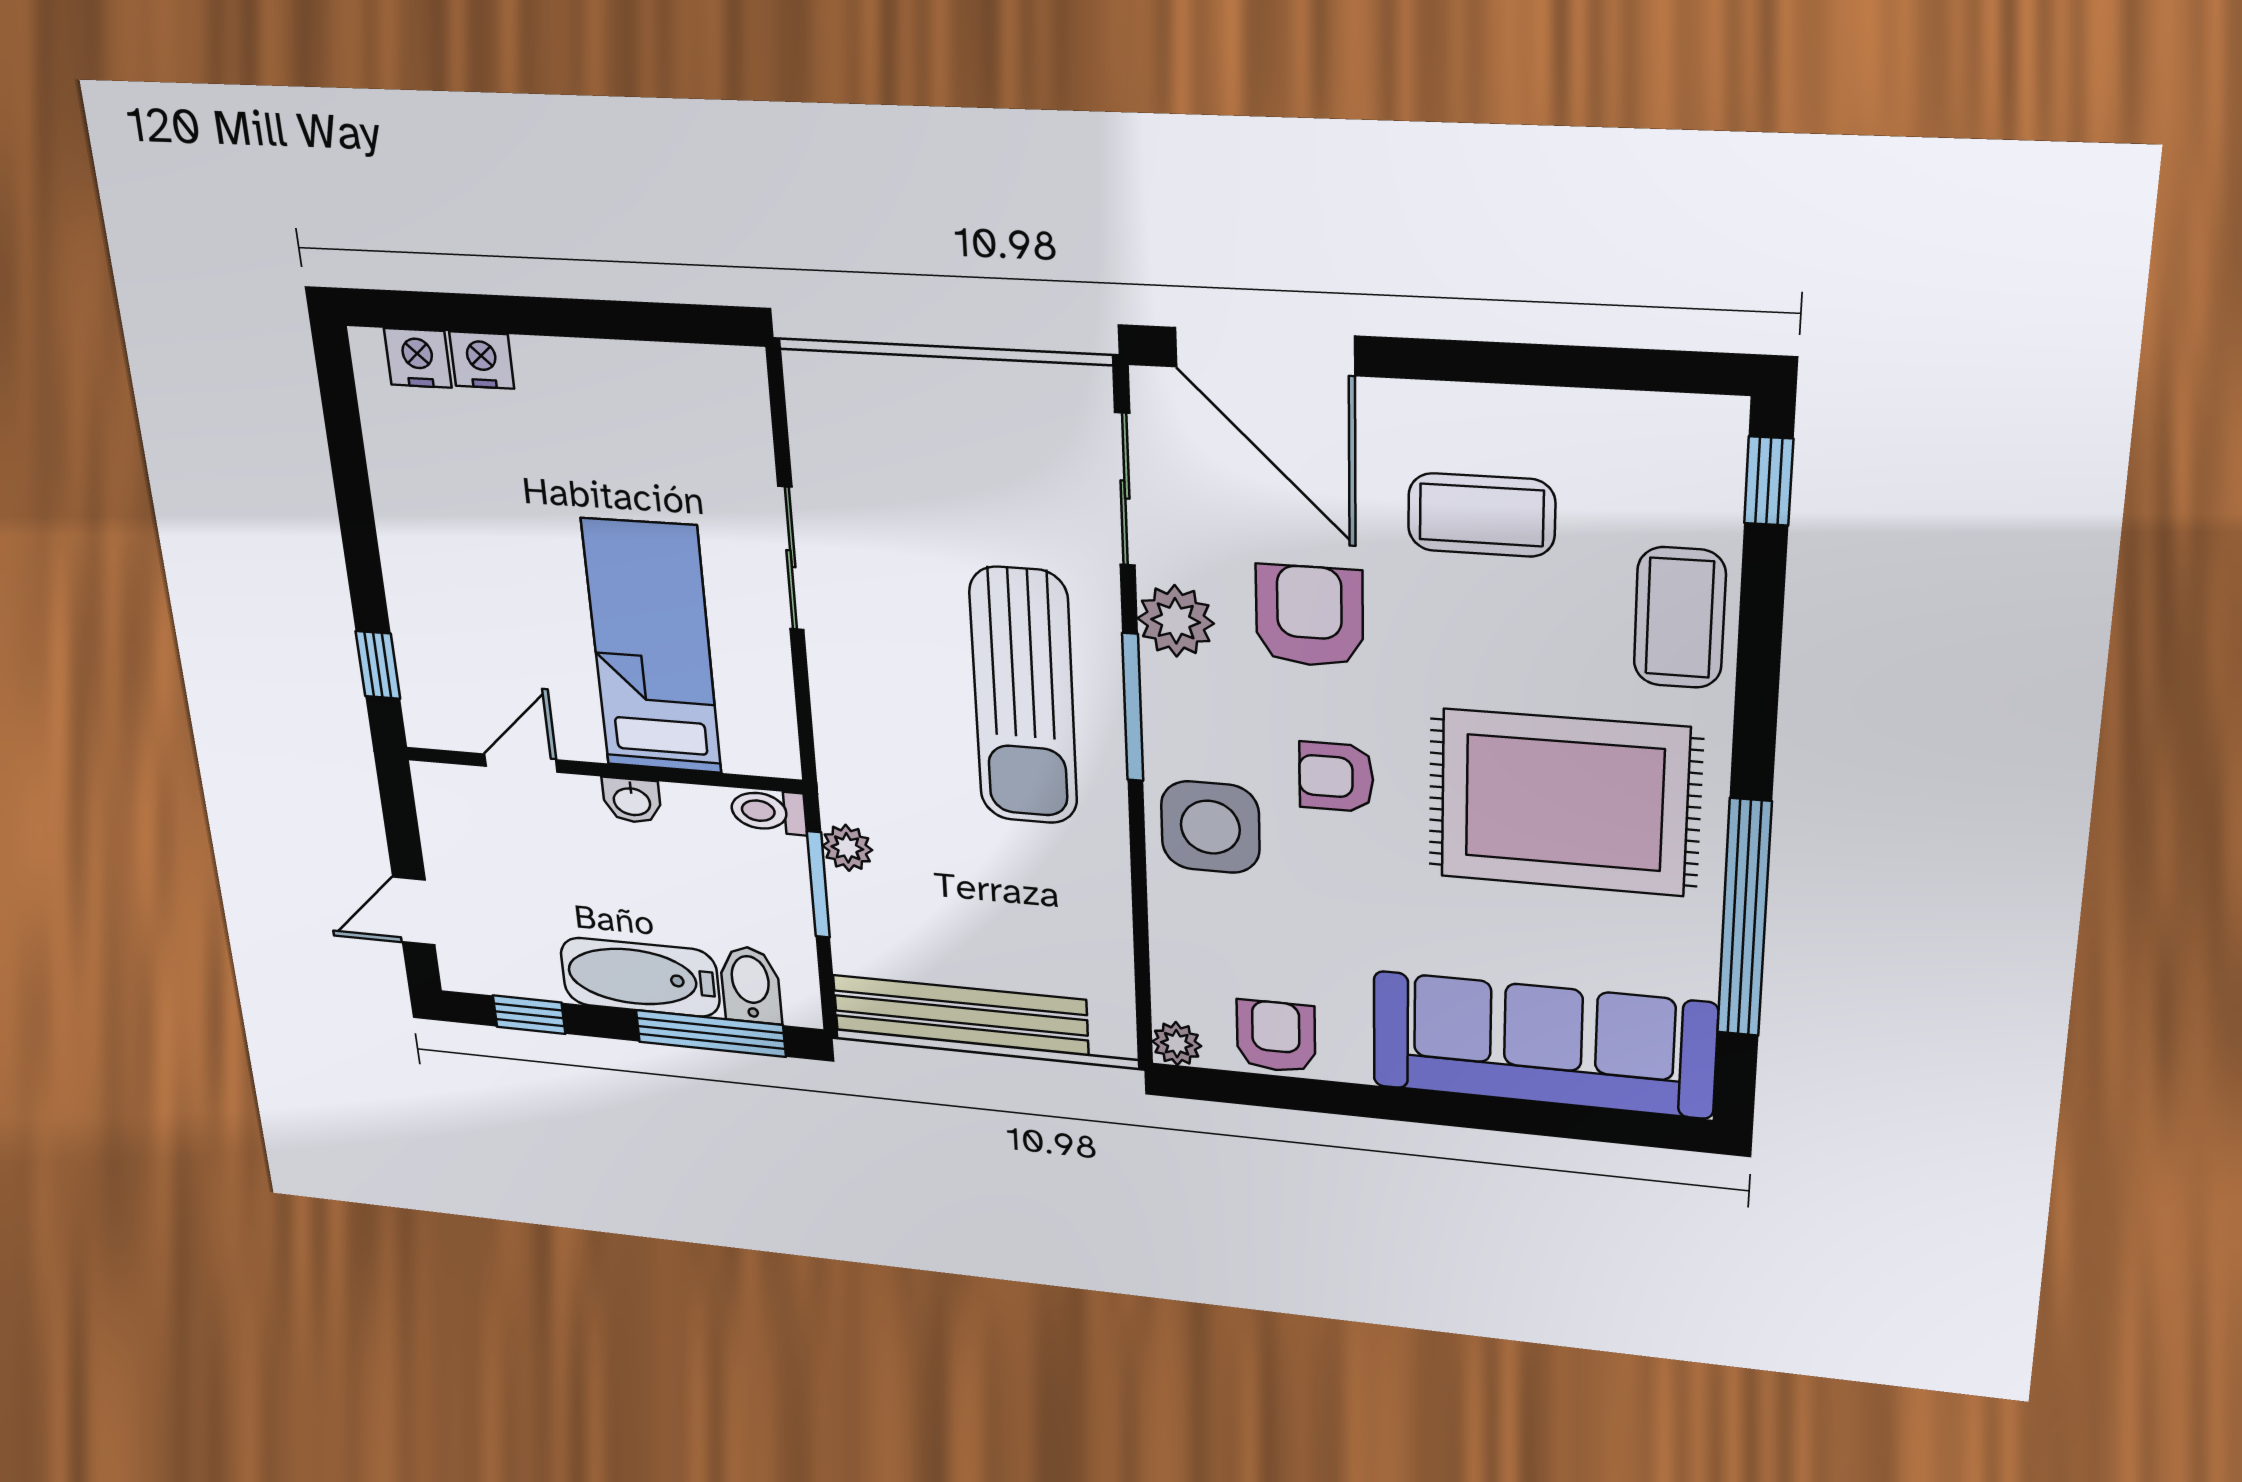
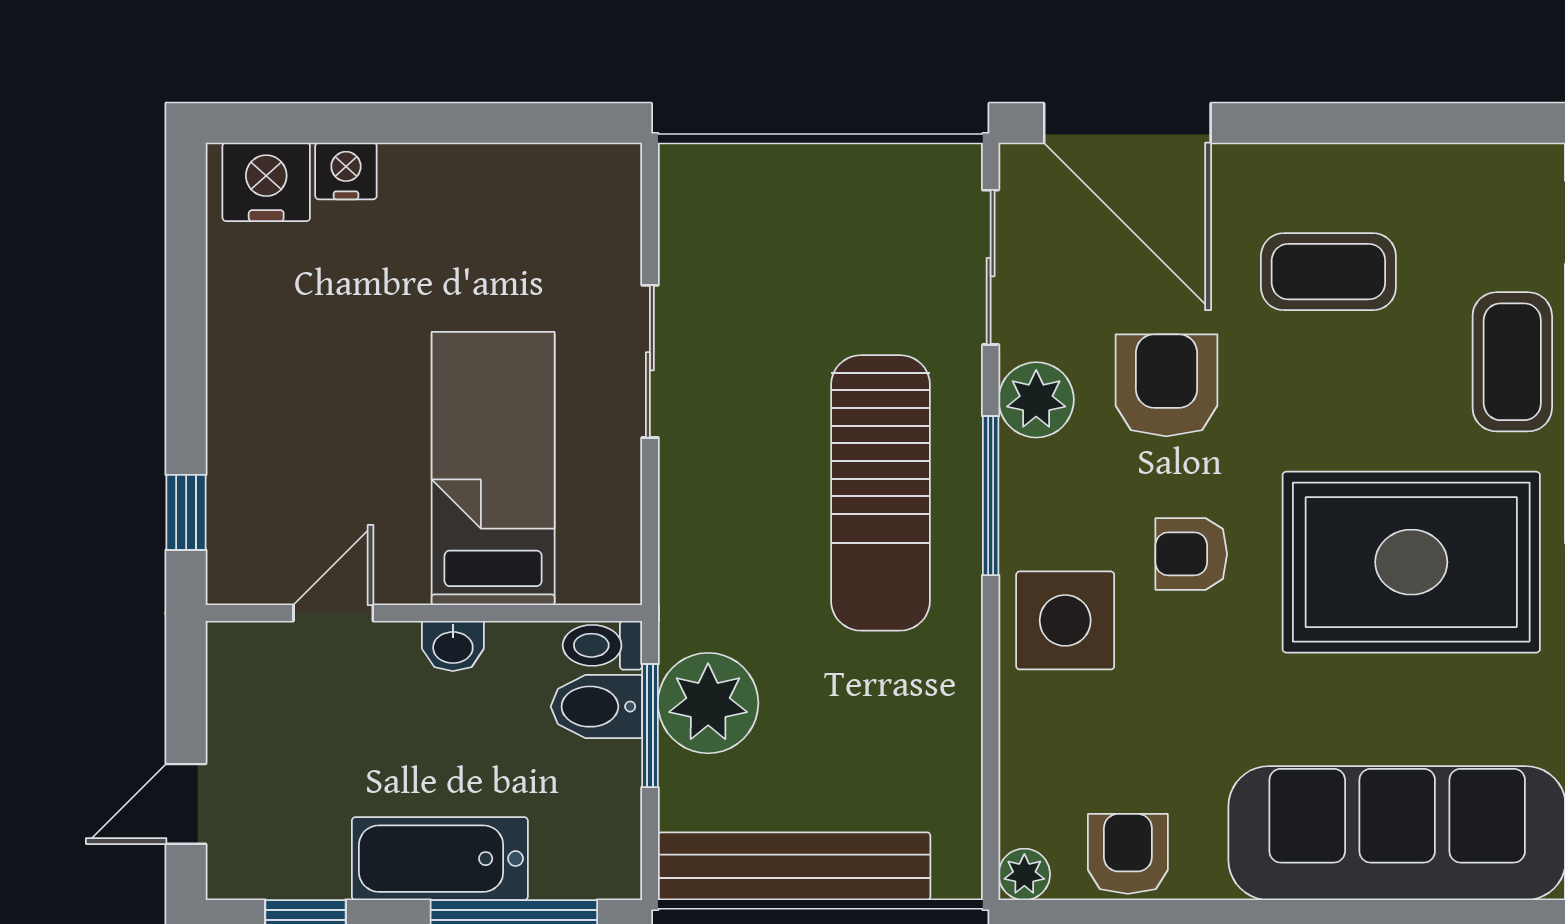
nightstand: (418, 358) -> (266, 182), width x1.36, depth x1.33
plant: (847, 848) -> (708, 703), width x1.88, depth x1.88
bidet: (751, 985) -> (596, 707), moved, turned -90

